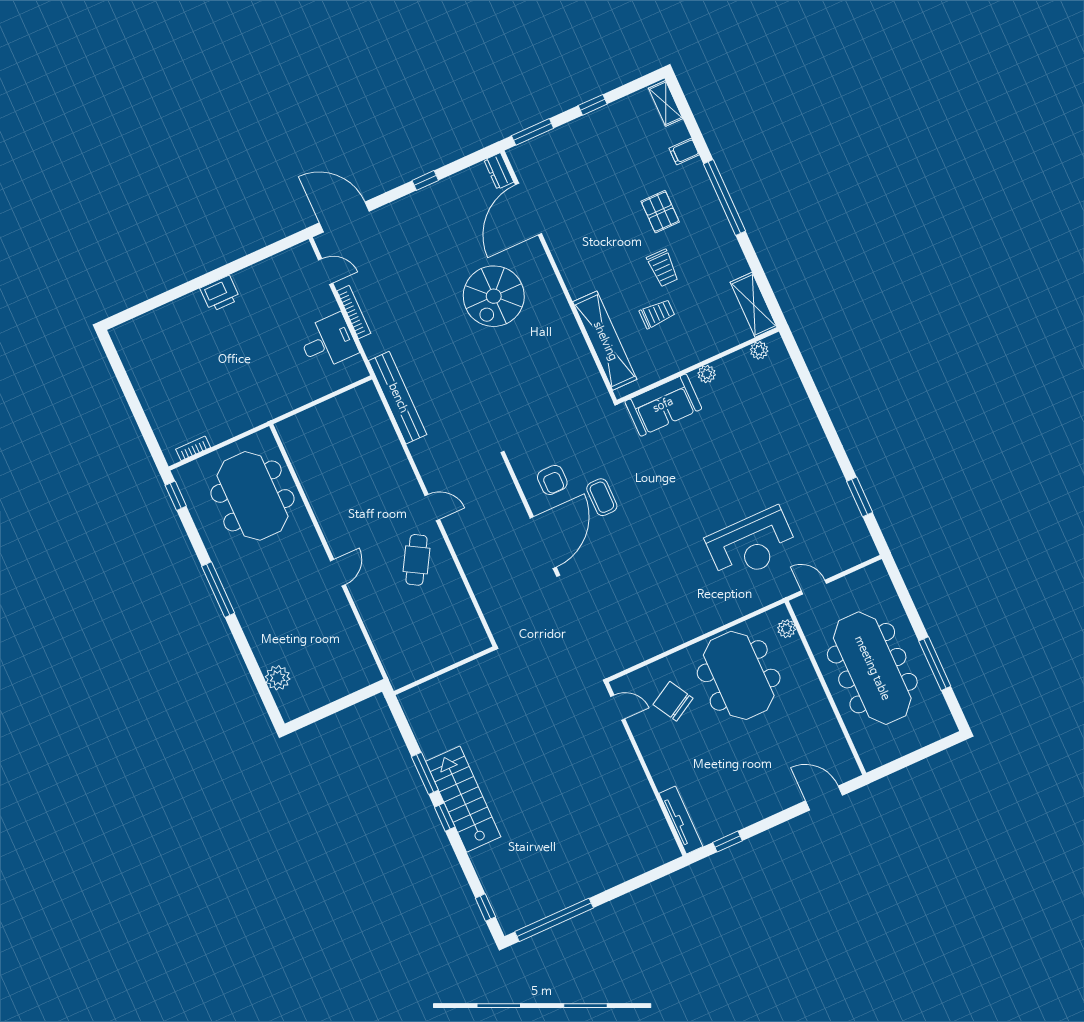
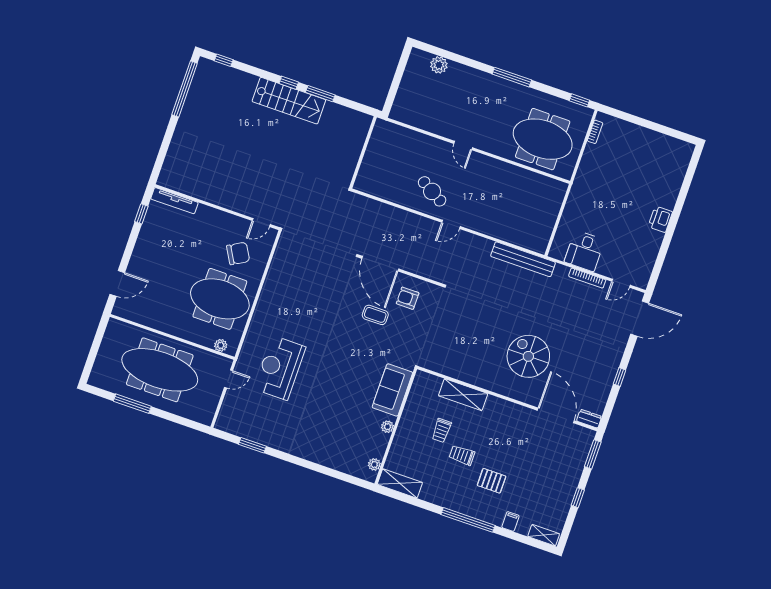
shelving: (605, 341) -> (463, 395), width x0.68

